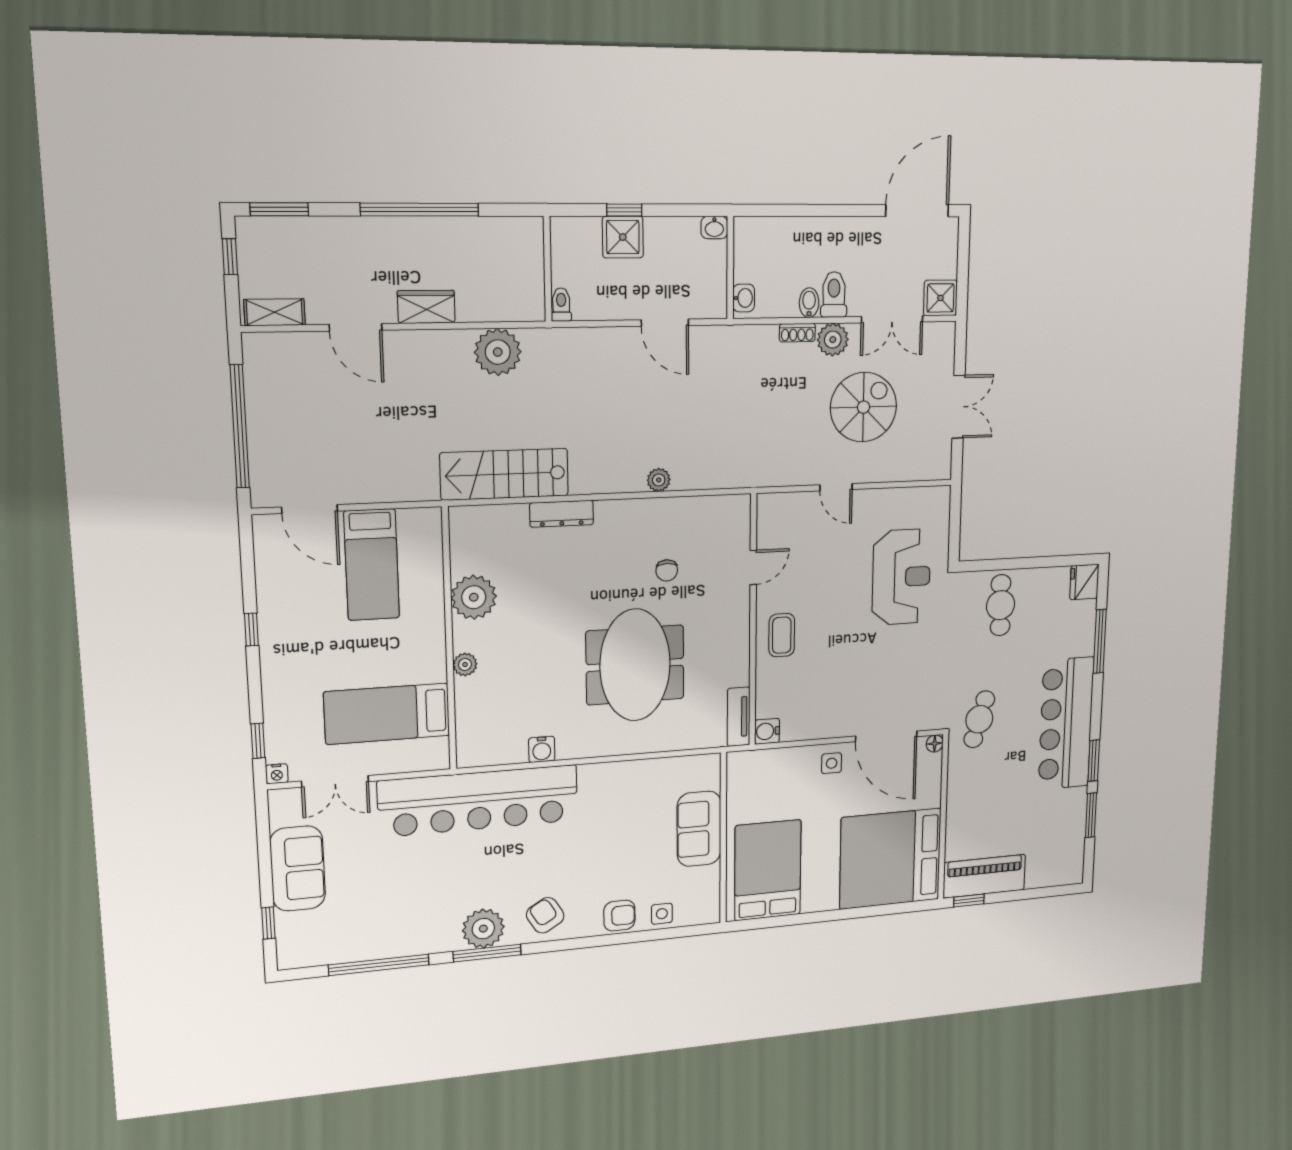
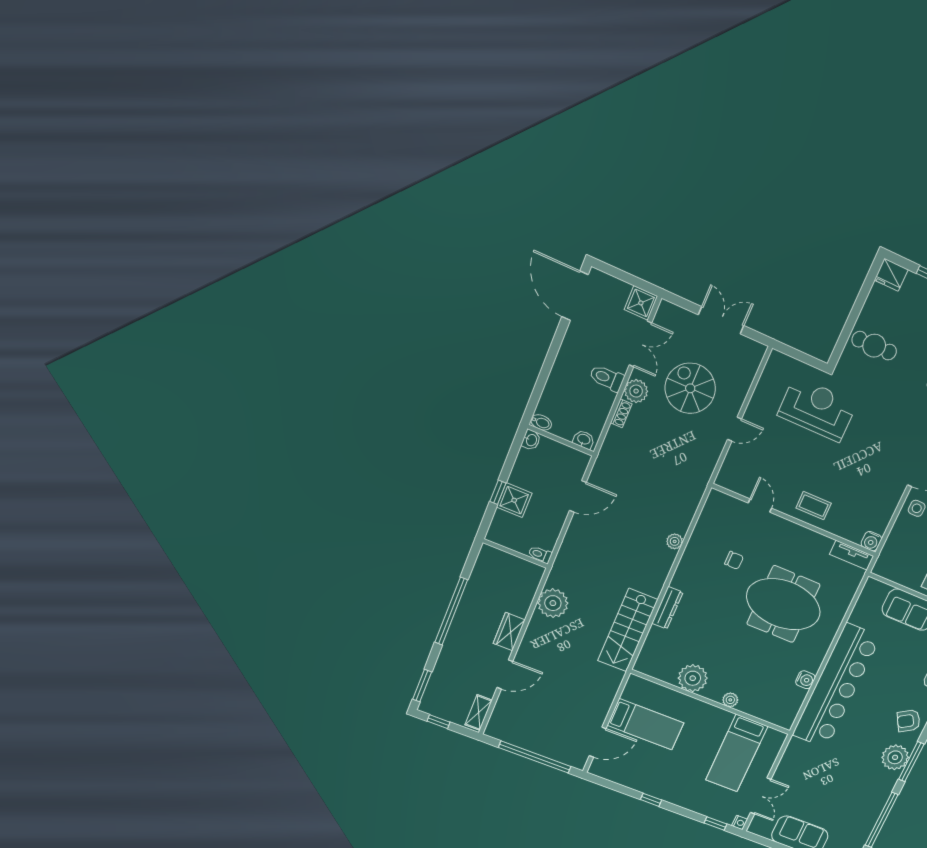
bidet: (809, 303) -> (541, 422), moved, turned 180
bar counter: (479, 801) -> (836, 686), moved

